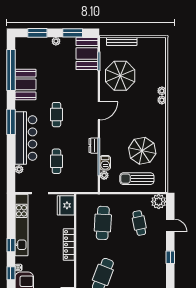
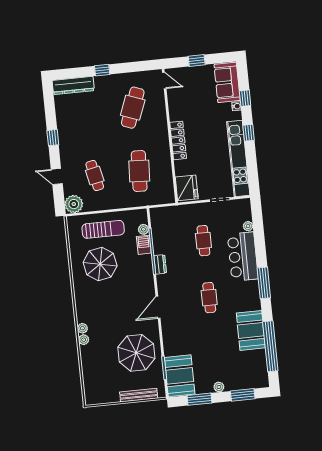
bar counter: (26, 138) -> (243, 257), width x0.73

